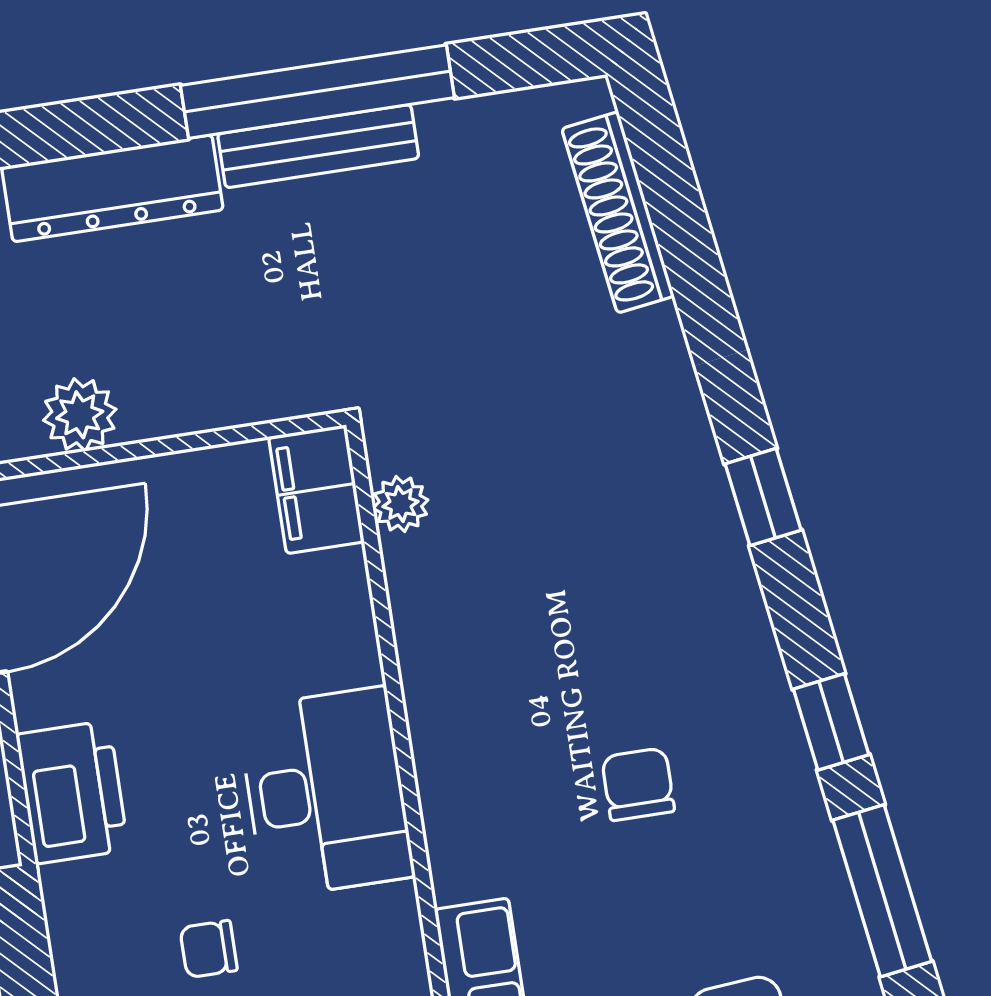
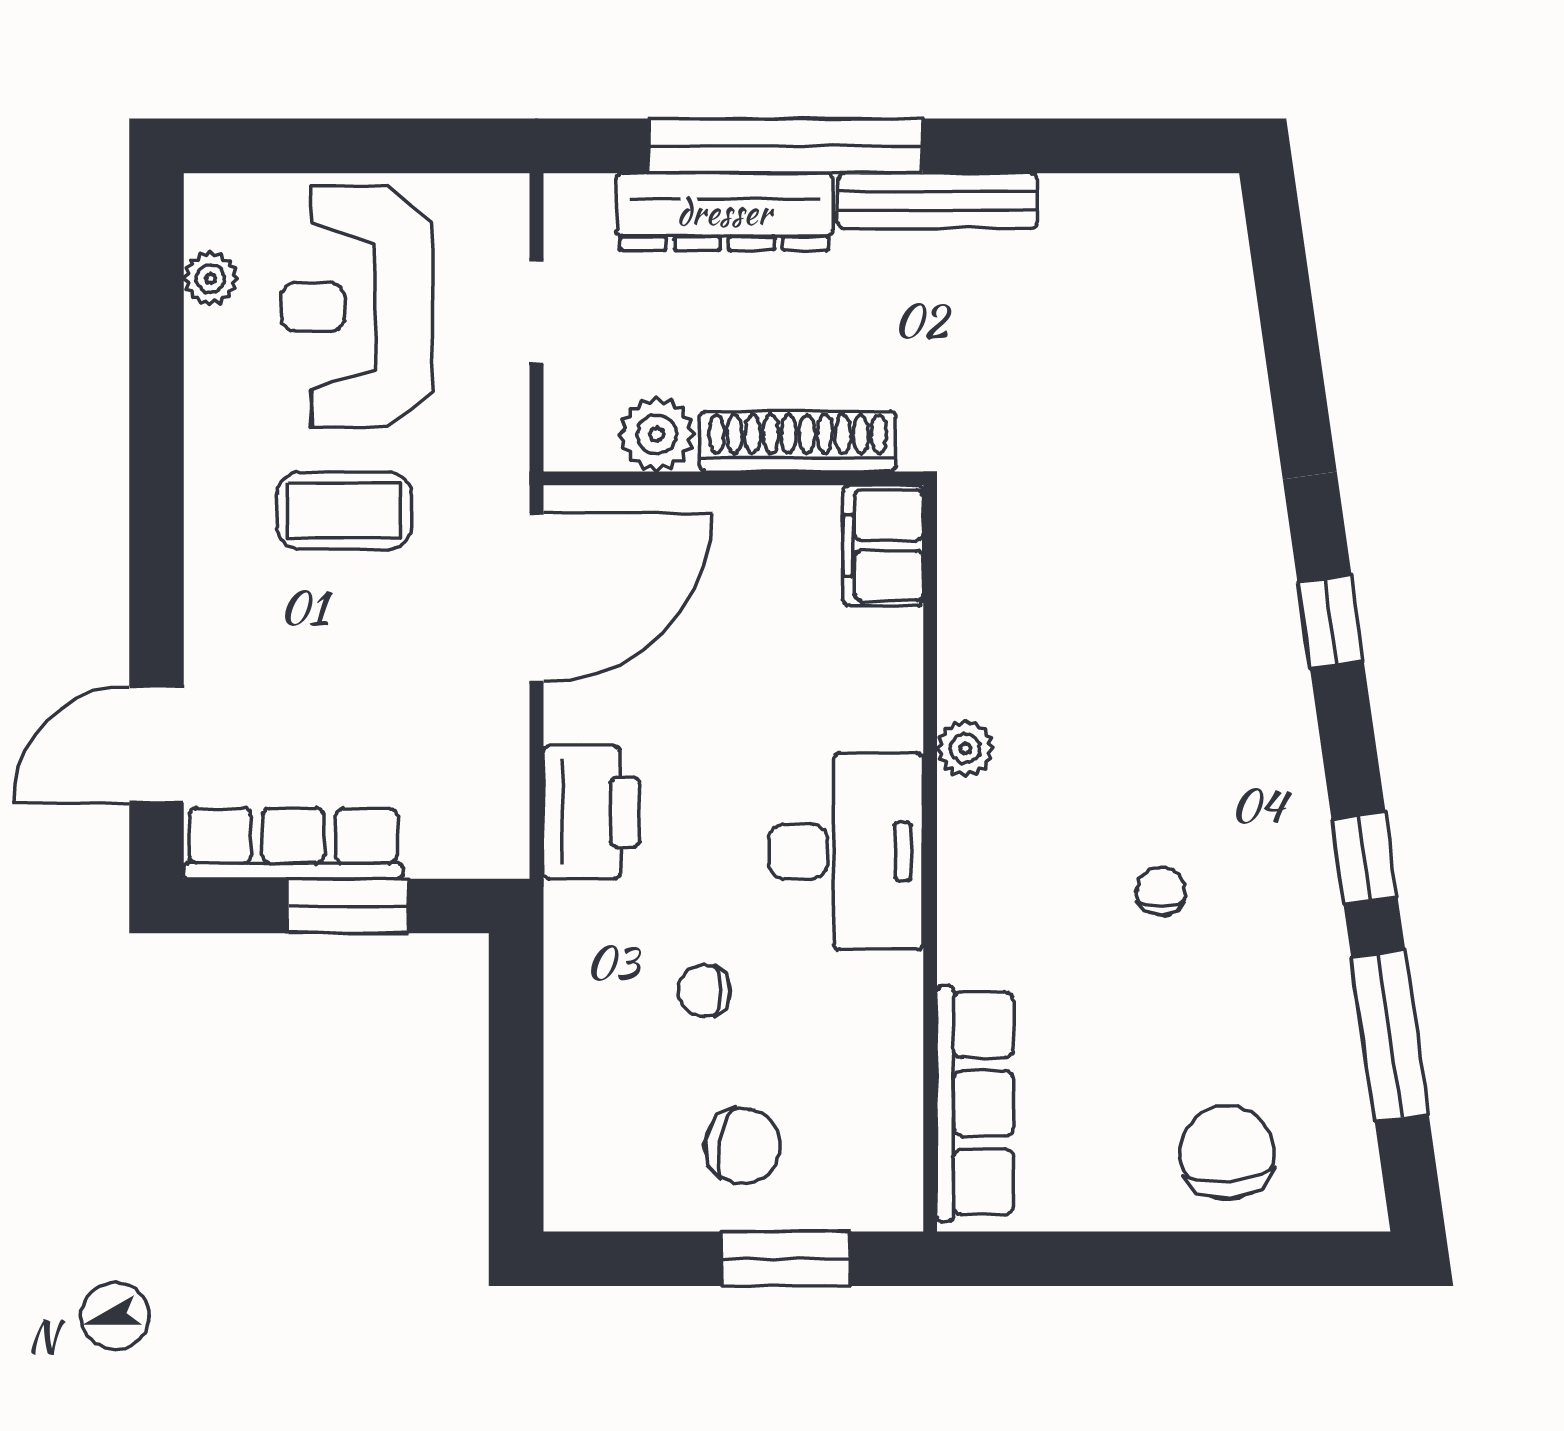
window: (317, 92) -> (786, 146), moved
shoe rack: (618, 212) -> (798, 441), moved, turned 98
plant: (400, 504) -> (965, 748), moved
chair: (638, 784) -> (1161, 891), width x0.73, depth x0.73

